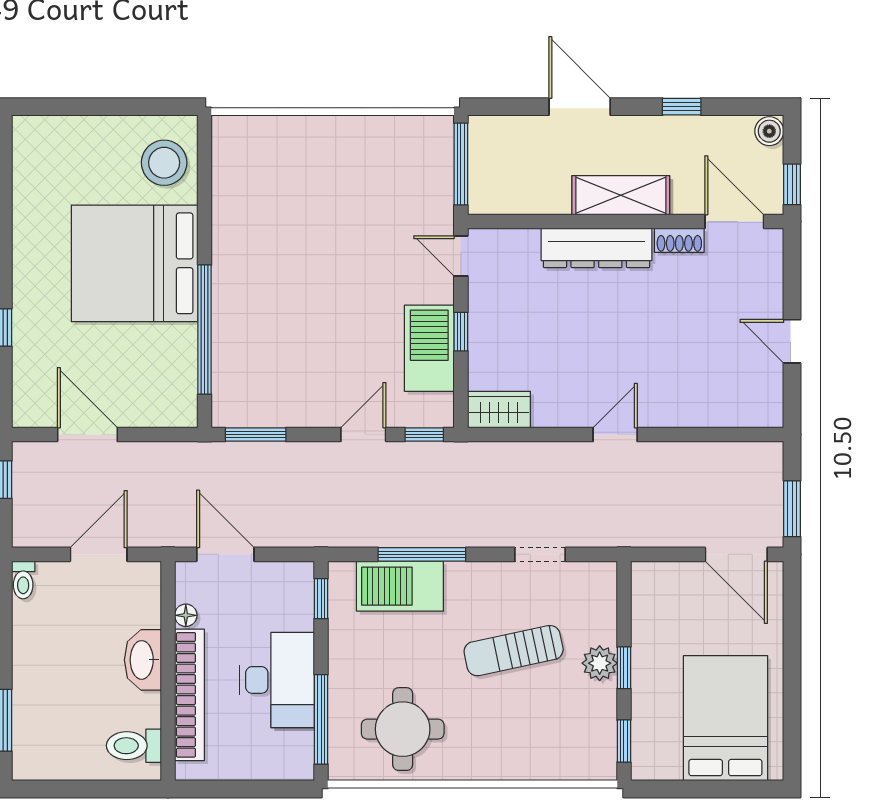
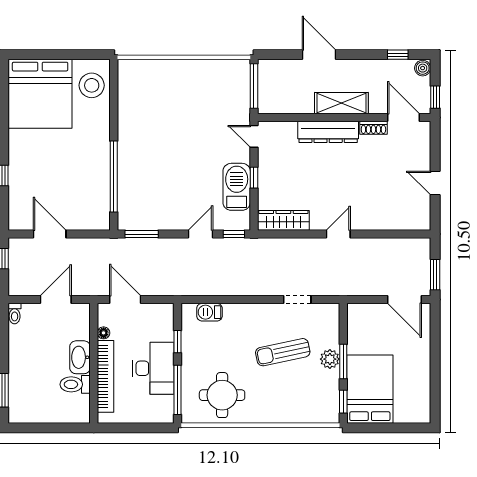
window: (682, 107) -> (398, 55), moved
bed: (135, 263) -> (40, 94), moved, turned -90
wardrobe: (499, 410) -> (283, 220), width x1.50
window: (422, 554) -> (233, 300), removed
barbecue: (400, 586) -> (209, 312), width x0.53, depth x0.65
window: (321, 599) -> (177, 342), moved
window: (624, 668) -> (343, 362), width x1.50
bed: (725, 718) -> (370, 389), moved
toilet: (134, 746) -> (75, 384), moved

